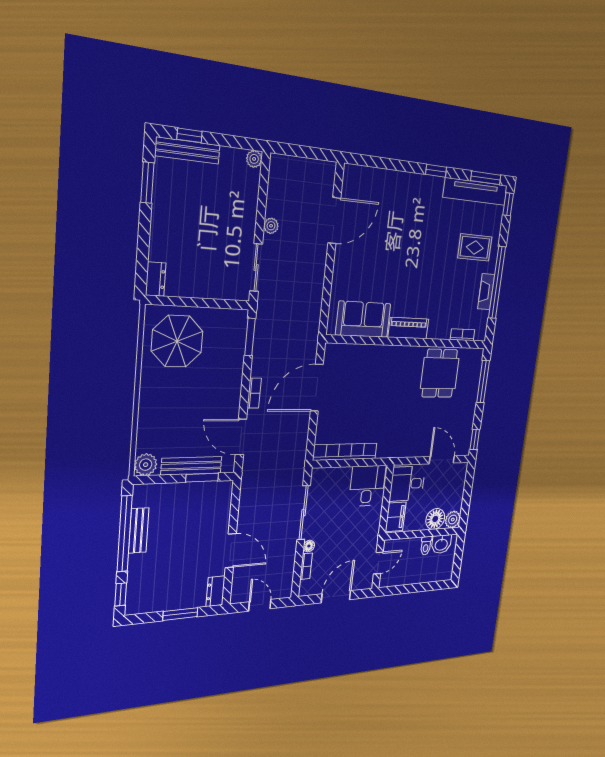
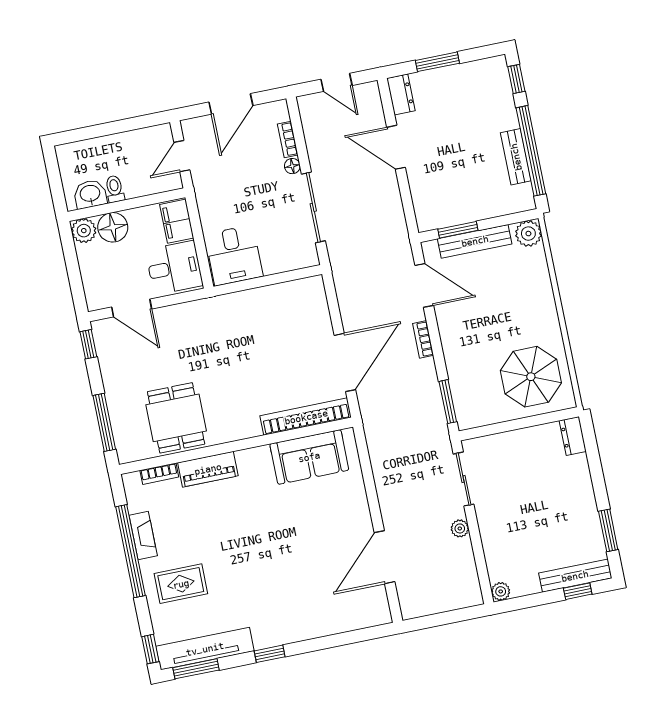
piano: (408, 328) -> (208, 469), moved
bookcase: (345, 452) -> (306, 417), moved, turned 180

